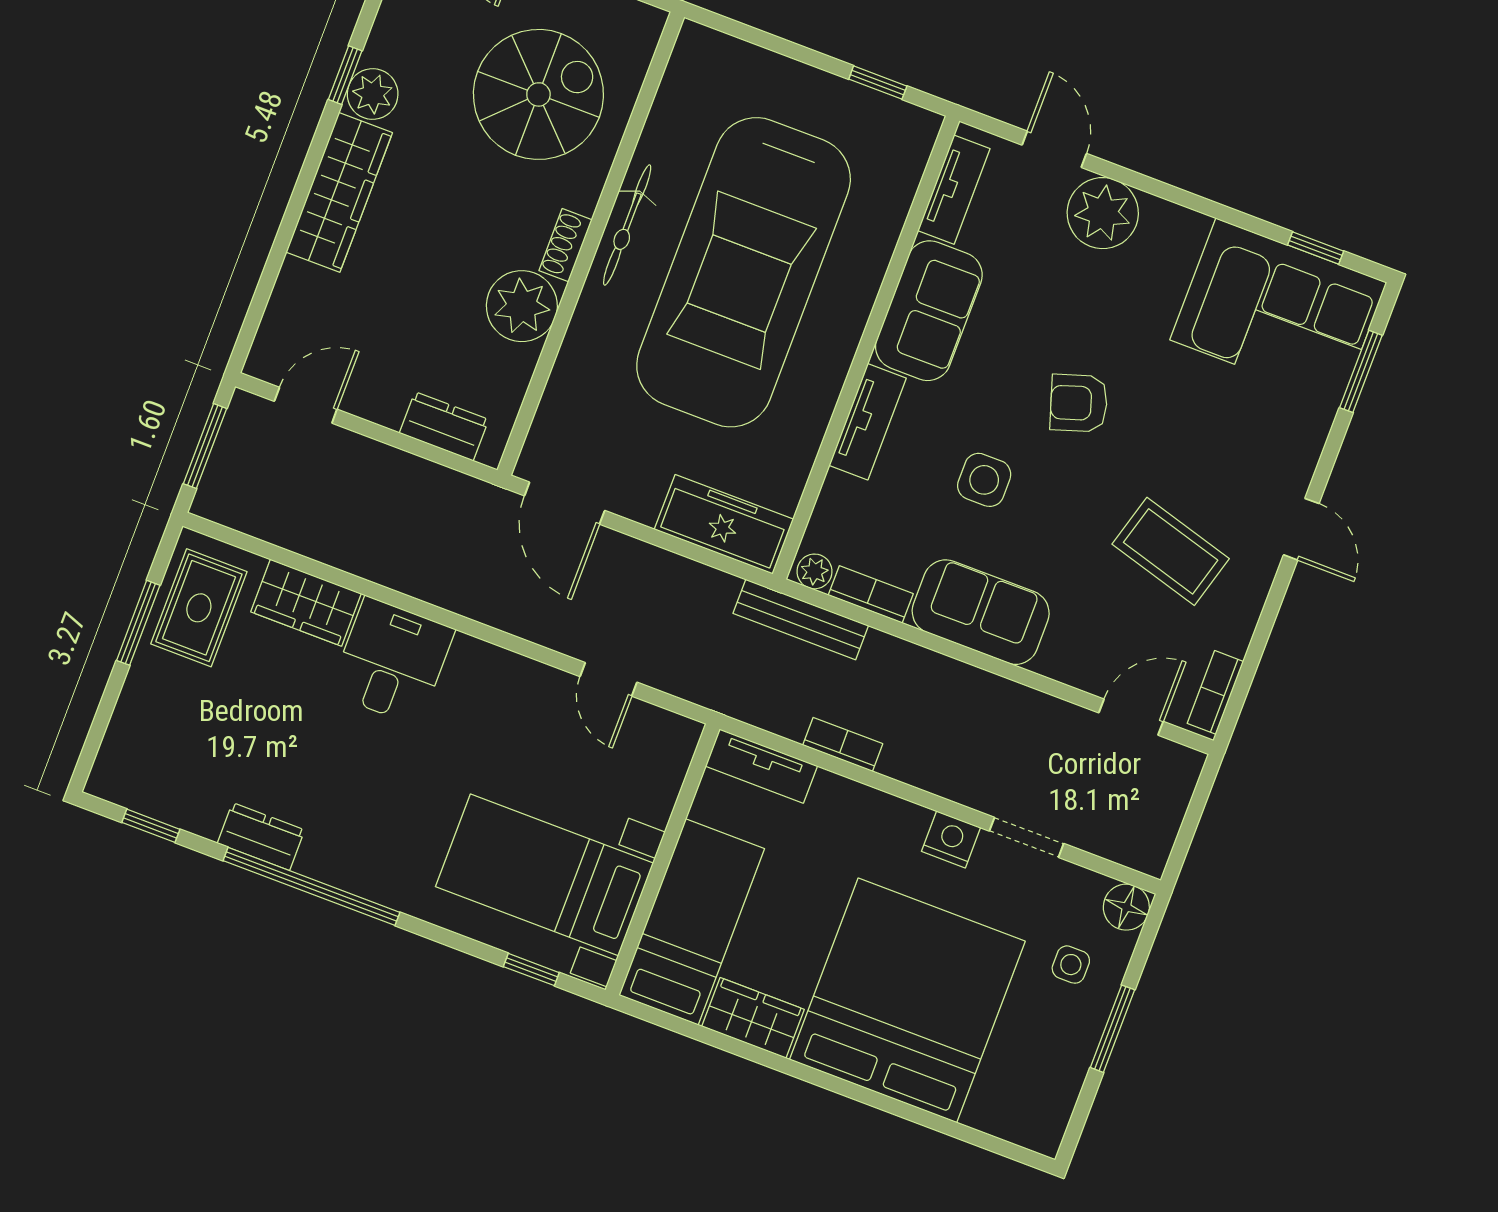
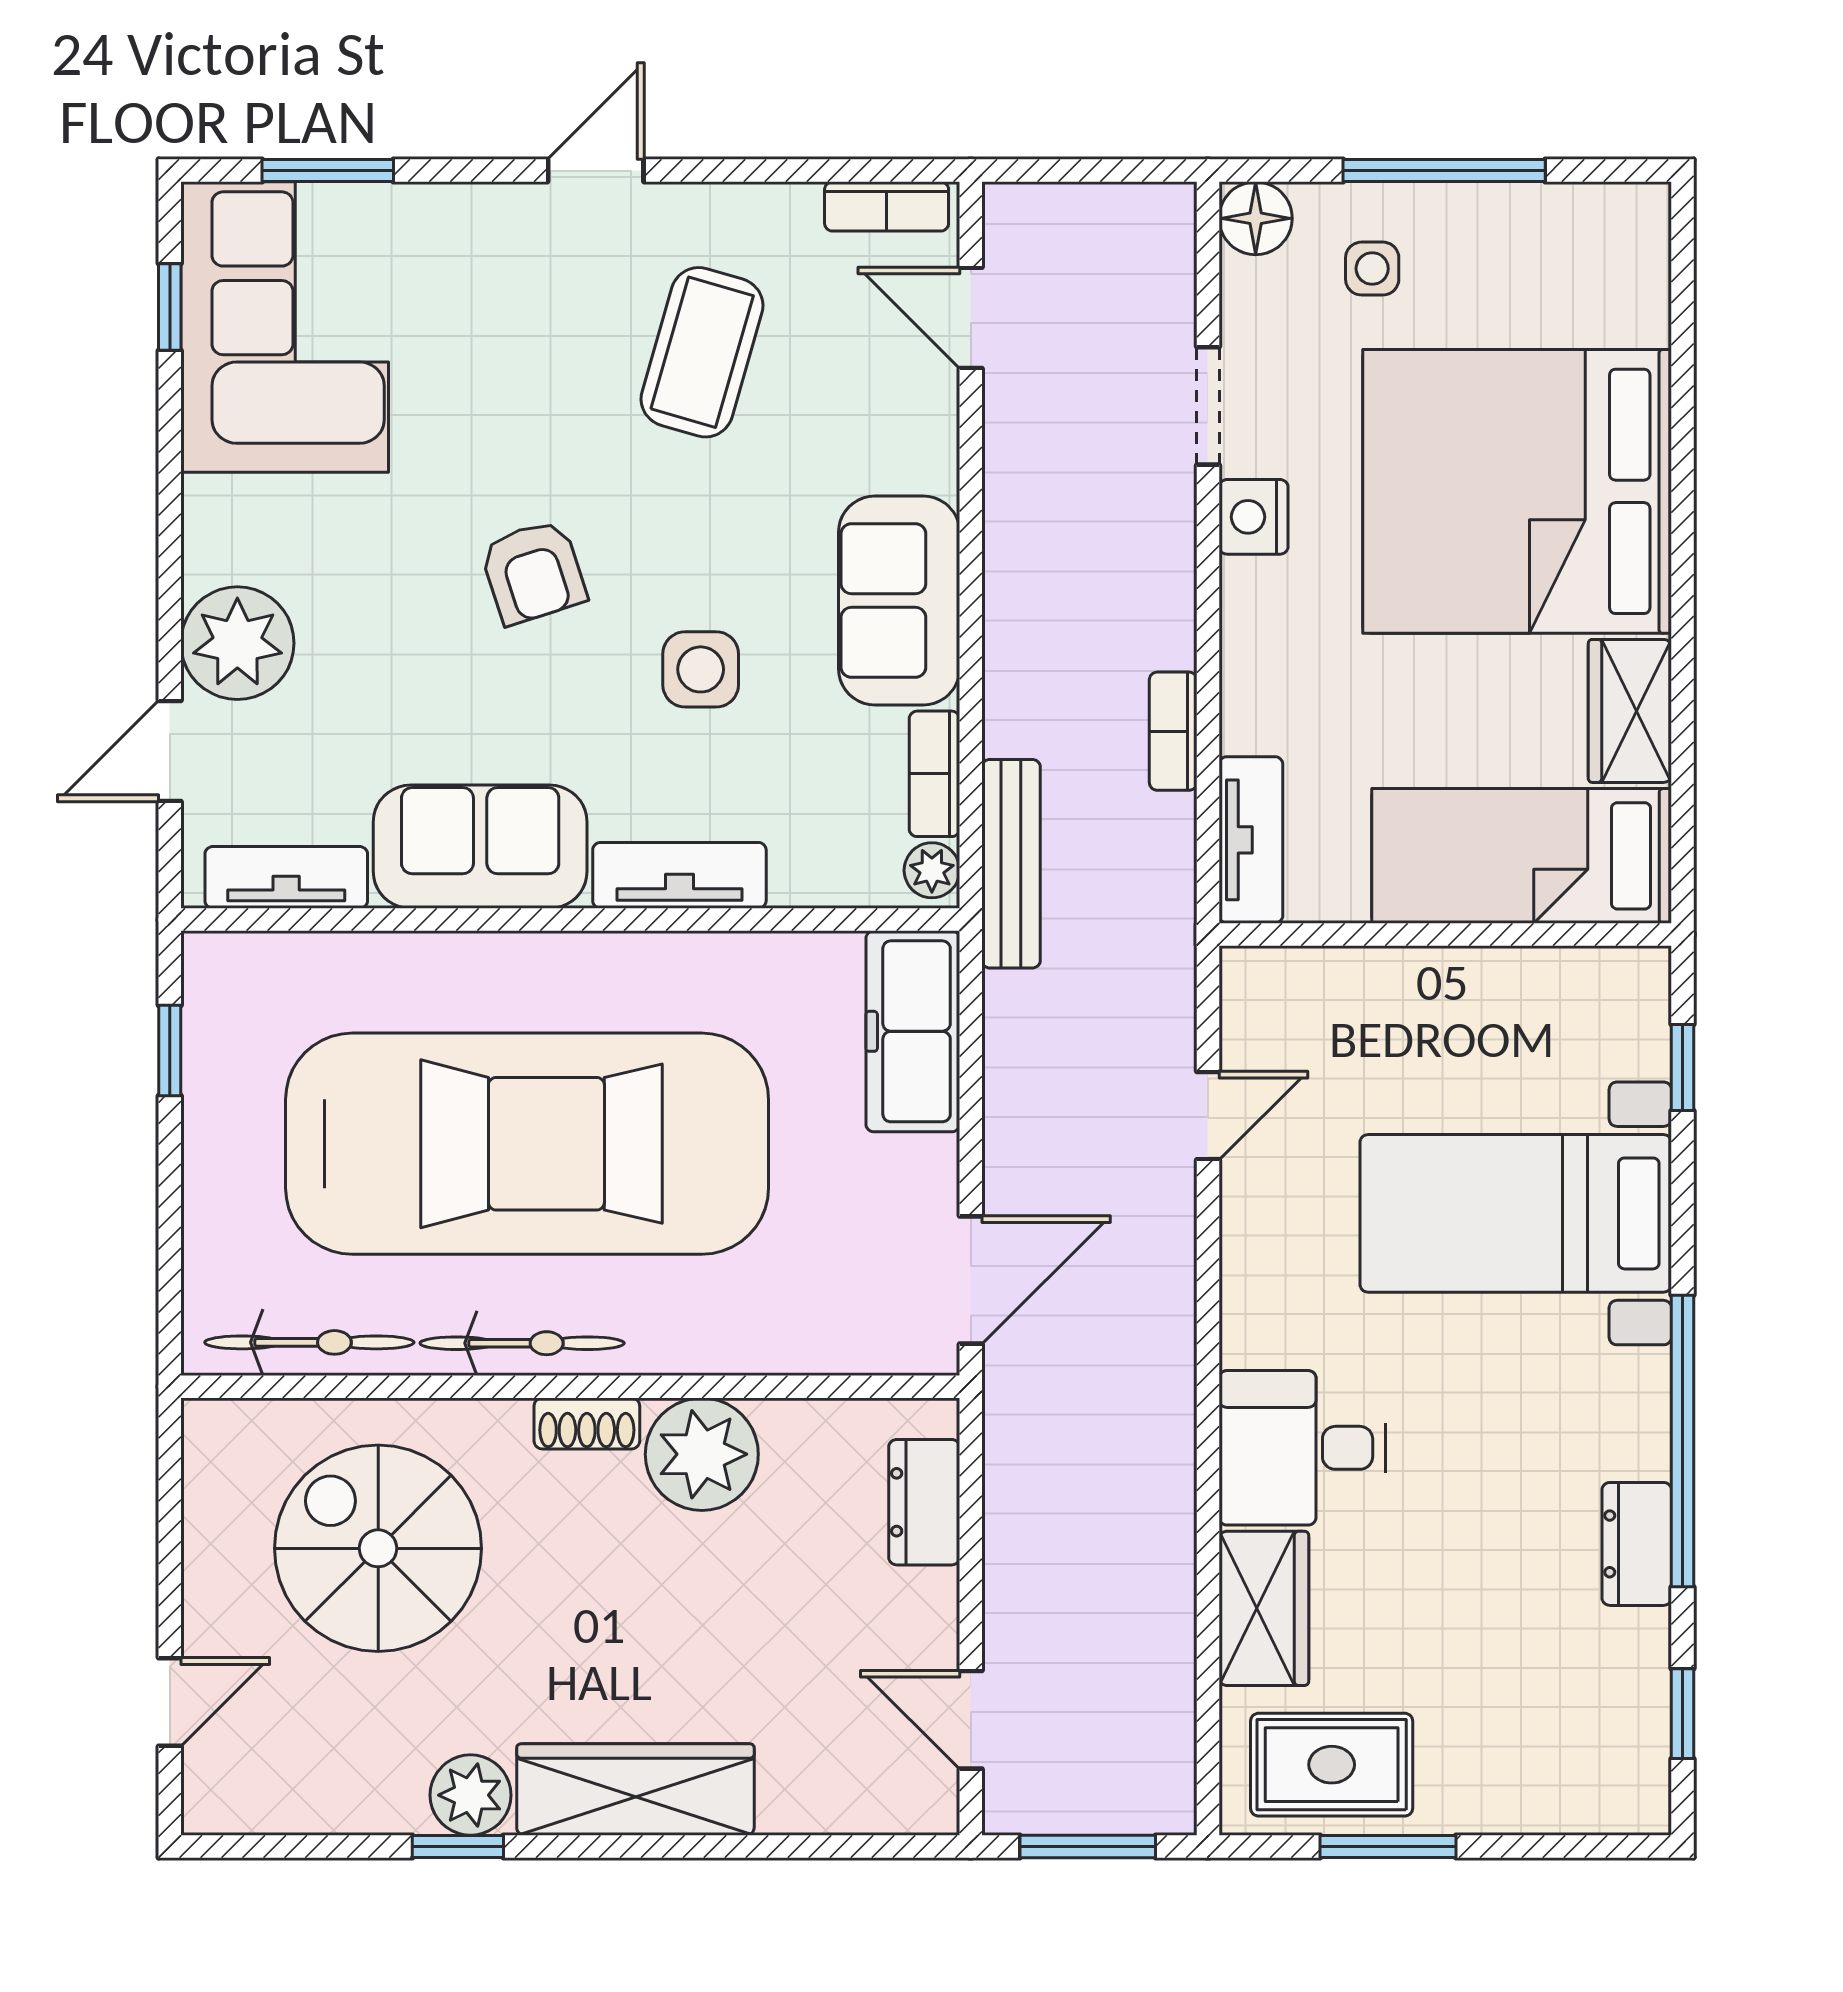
bicycle: (675, 100) -> (309, 1342), added
bed with nightstands: (544, 875) -> (1516, 1213), moved, turned 90
window: (1112, 1029) -> (1444, 171), width x1.44

